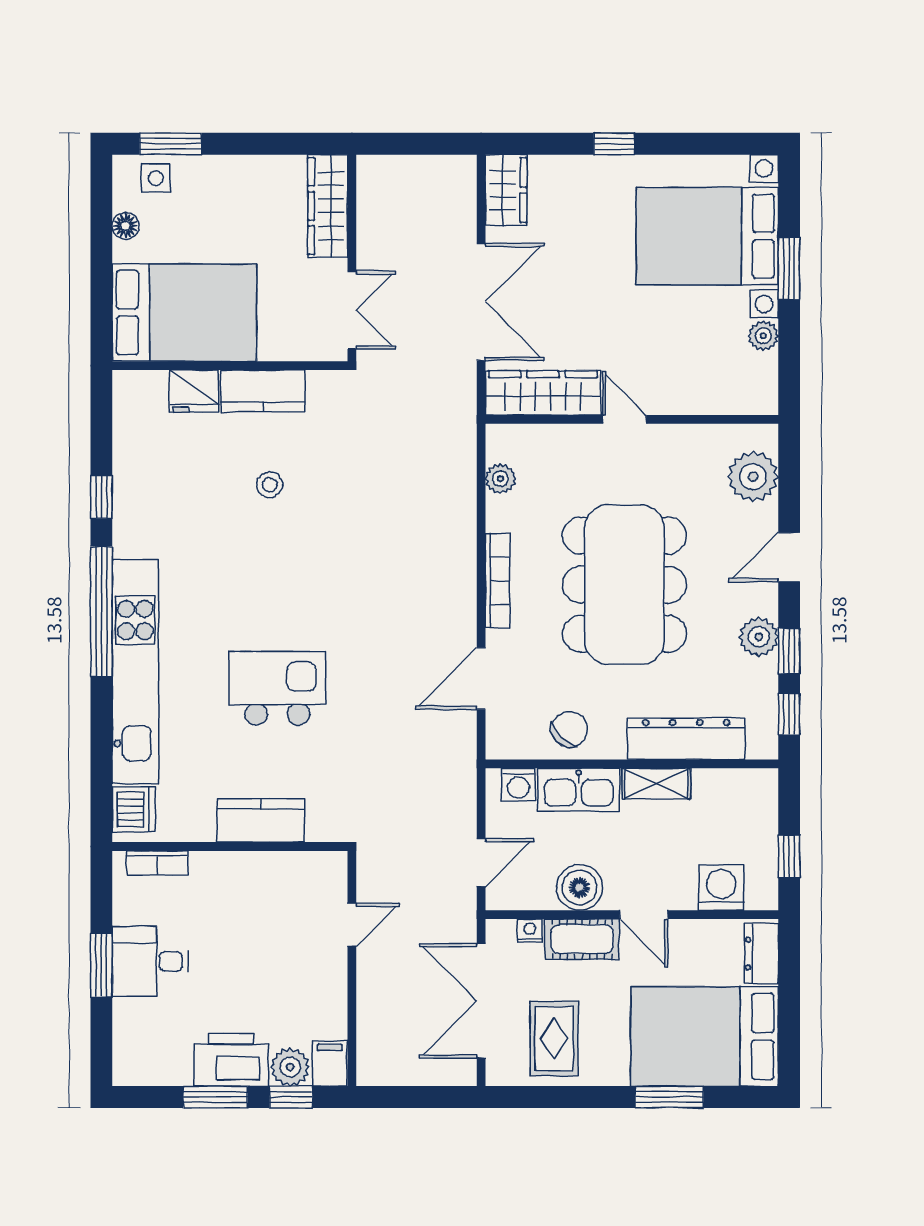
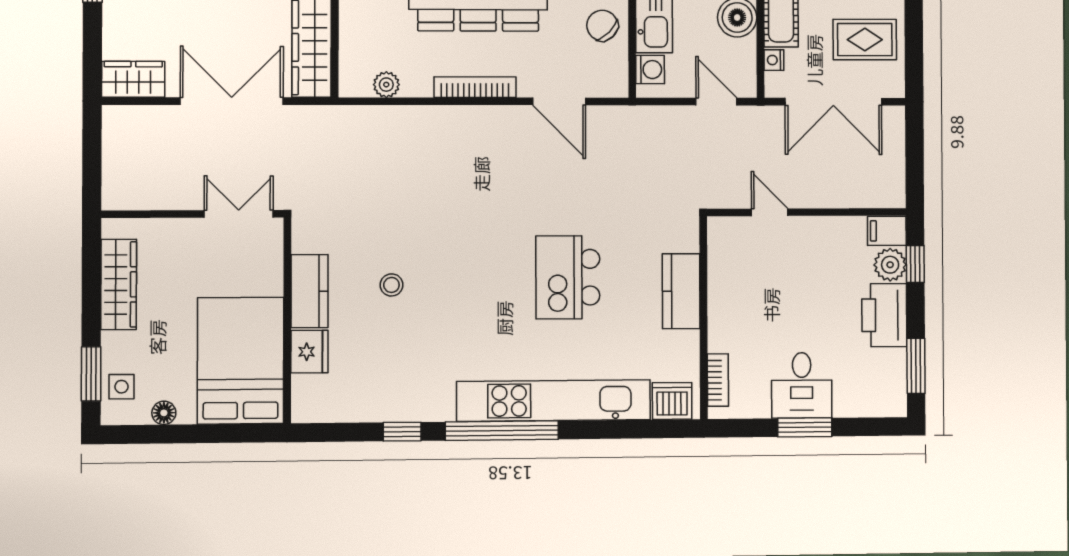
wardrobe: (328, 206) -> (119, 284), moved, turned -90
window: (216, 1097) -> (916, 366), moved

